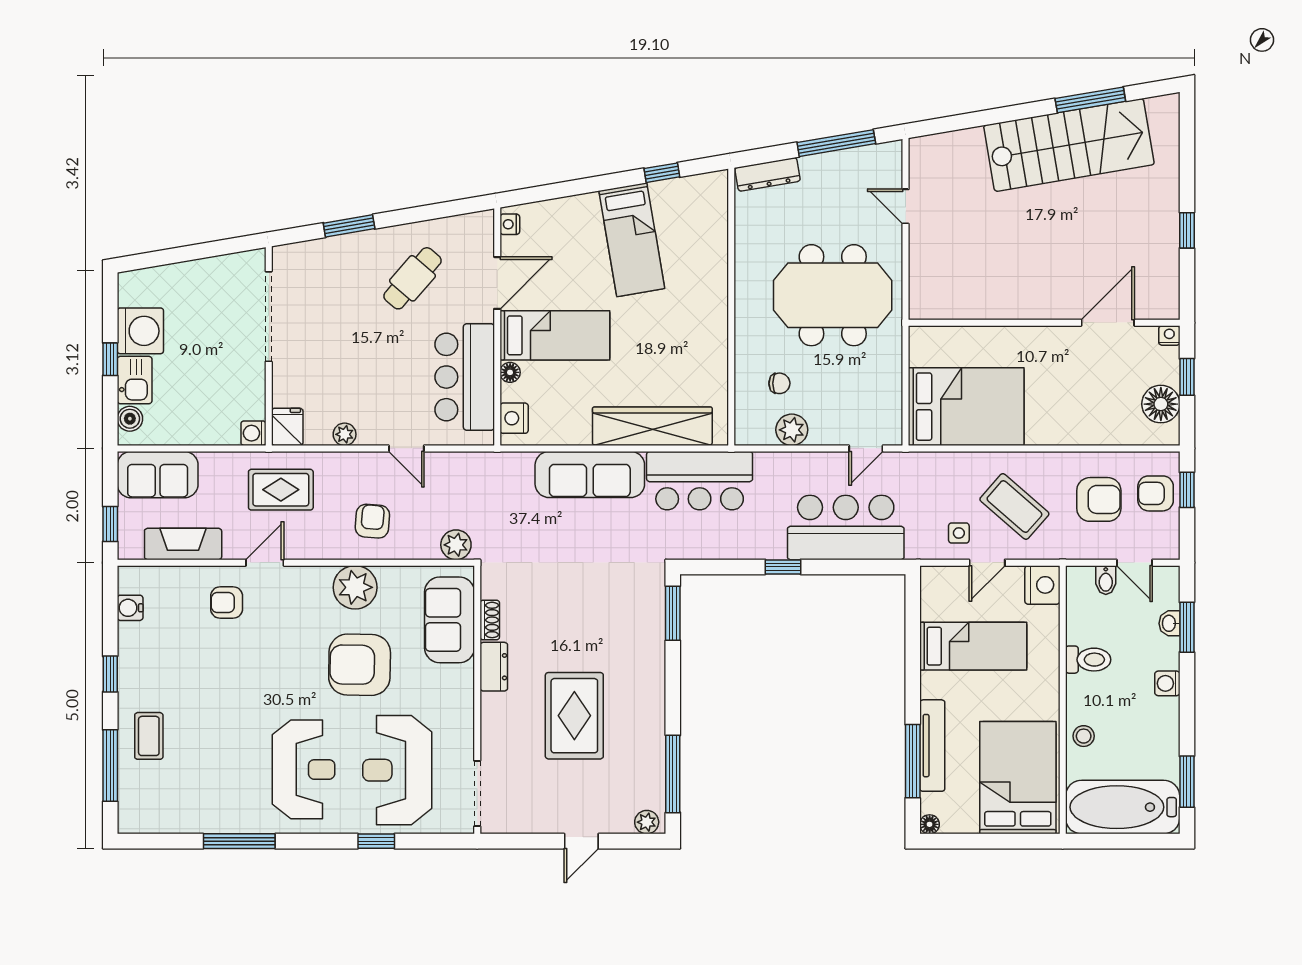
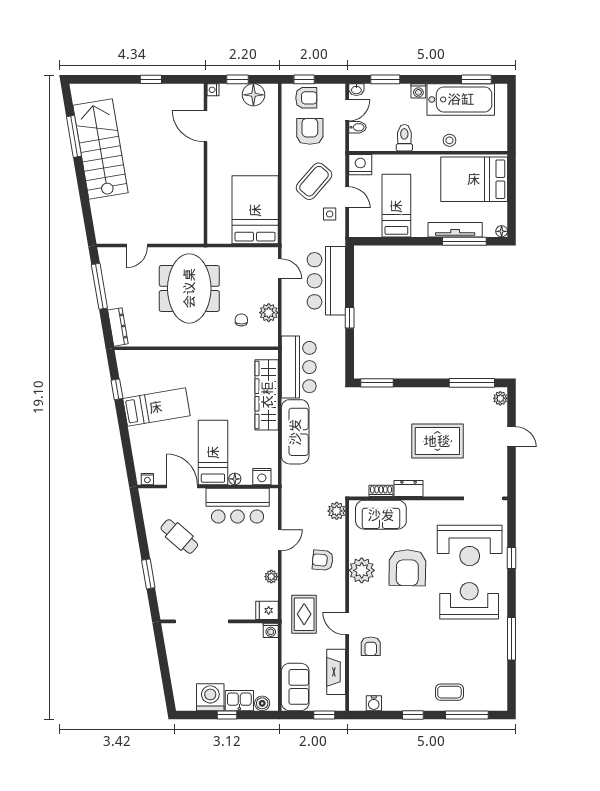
armchair: (1156, 493) -> (306, 98), turned -90
washbasin: (1169, 623) -> (356, 90), moved
bathtub: (1123, 807) -> (461, 99), moved, turned -90

